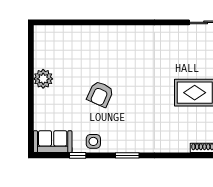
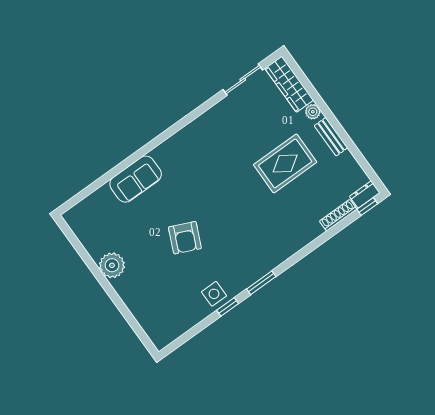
sofa: (53, 142) -> (136, 179), moved, turned 180
window: (78, 155) -> (228, 307), moved

